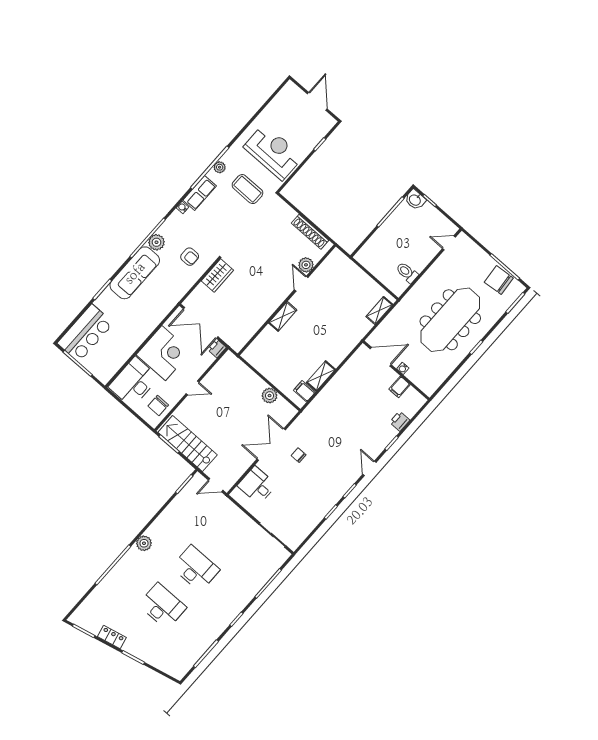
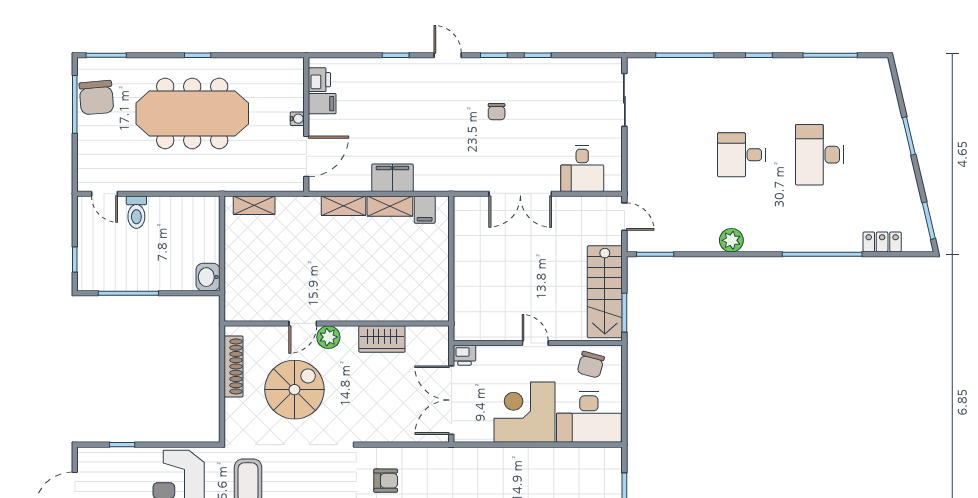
washbasin: (415, 200) -> (208, 277), moved, turned 180
spiral stairs: (273, 251) -> (294, 390), added
armchair: (190, 257) -> (386, 481), turned 90
plant: (306, 265) -> (328, 337), moved
toilet: (407, 272) -> (136, 212), moved
wardrobe: (217, 275) -> (382, 339), moved, turned 180
shelving: (283, 316) -> (343, 206), moved
double door: (201, 323) -> (451, 400), swing flipped
door: (381, 357) -> (306, 156), swing flipped
filing cabinet: (334, 389) -> (392, 178), added
plant: (270, 396) -> (465, 246), removed
chair: (158, 406) -> (591, 365), turned 105
printer: (400, 421) -> (319, 80), moved, turned -90
chair: (299, 455) -> (497, 112), moved
door: (369, 468) -> (448, 55), swing flipped
plant: (144, 543) -> (731, 240), moved
desk: (196, 568) -> (741, 155), width x0.73
locker: (112, 637) -> (882, 242), moved, turned 103

